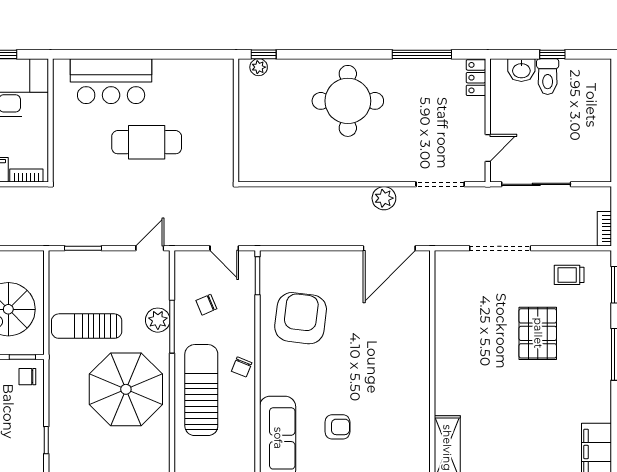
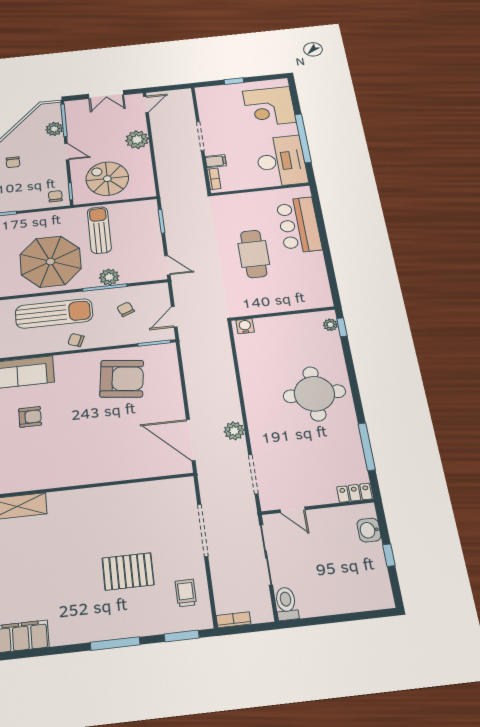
toilet: (548, 77) -> (286, 604), moved, turned 90
water cooler: (248, 167) -> (245, 326), added
armchair: (337, 427) -> (30, 417), turned -90

